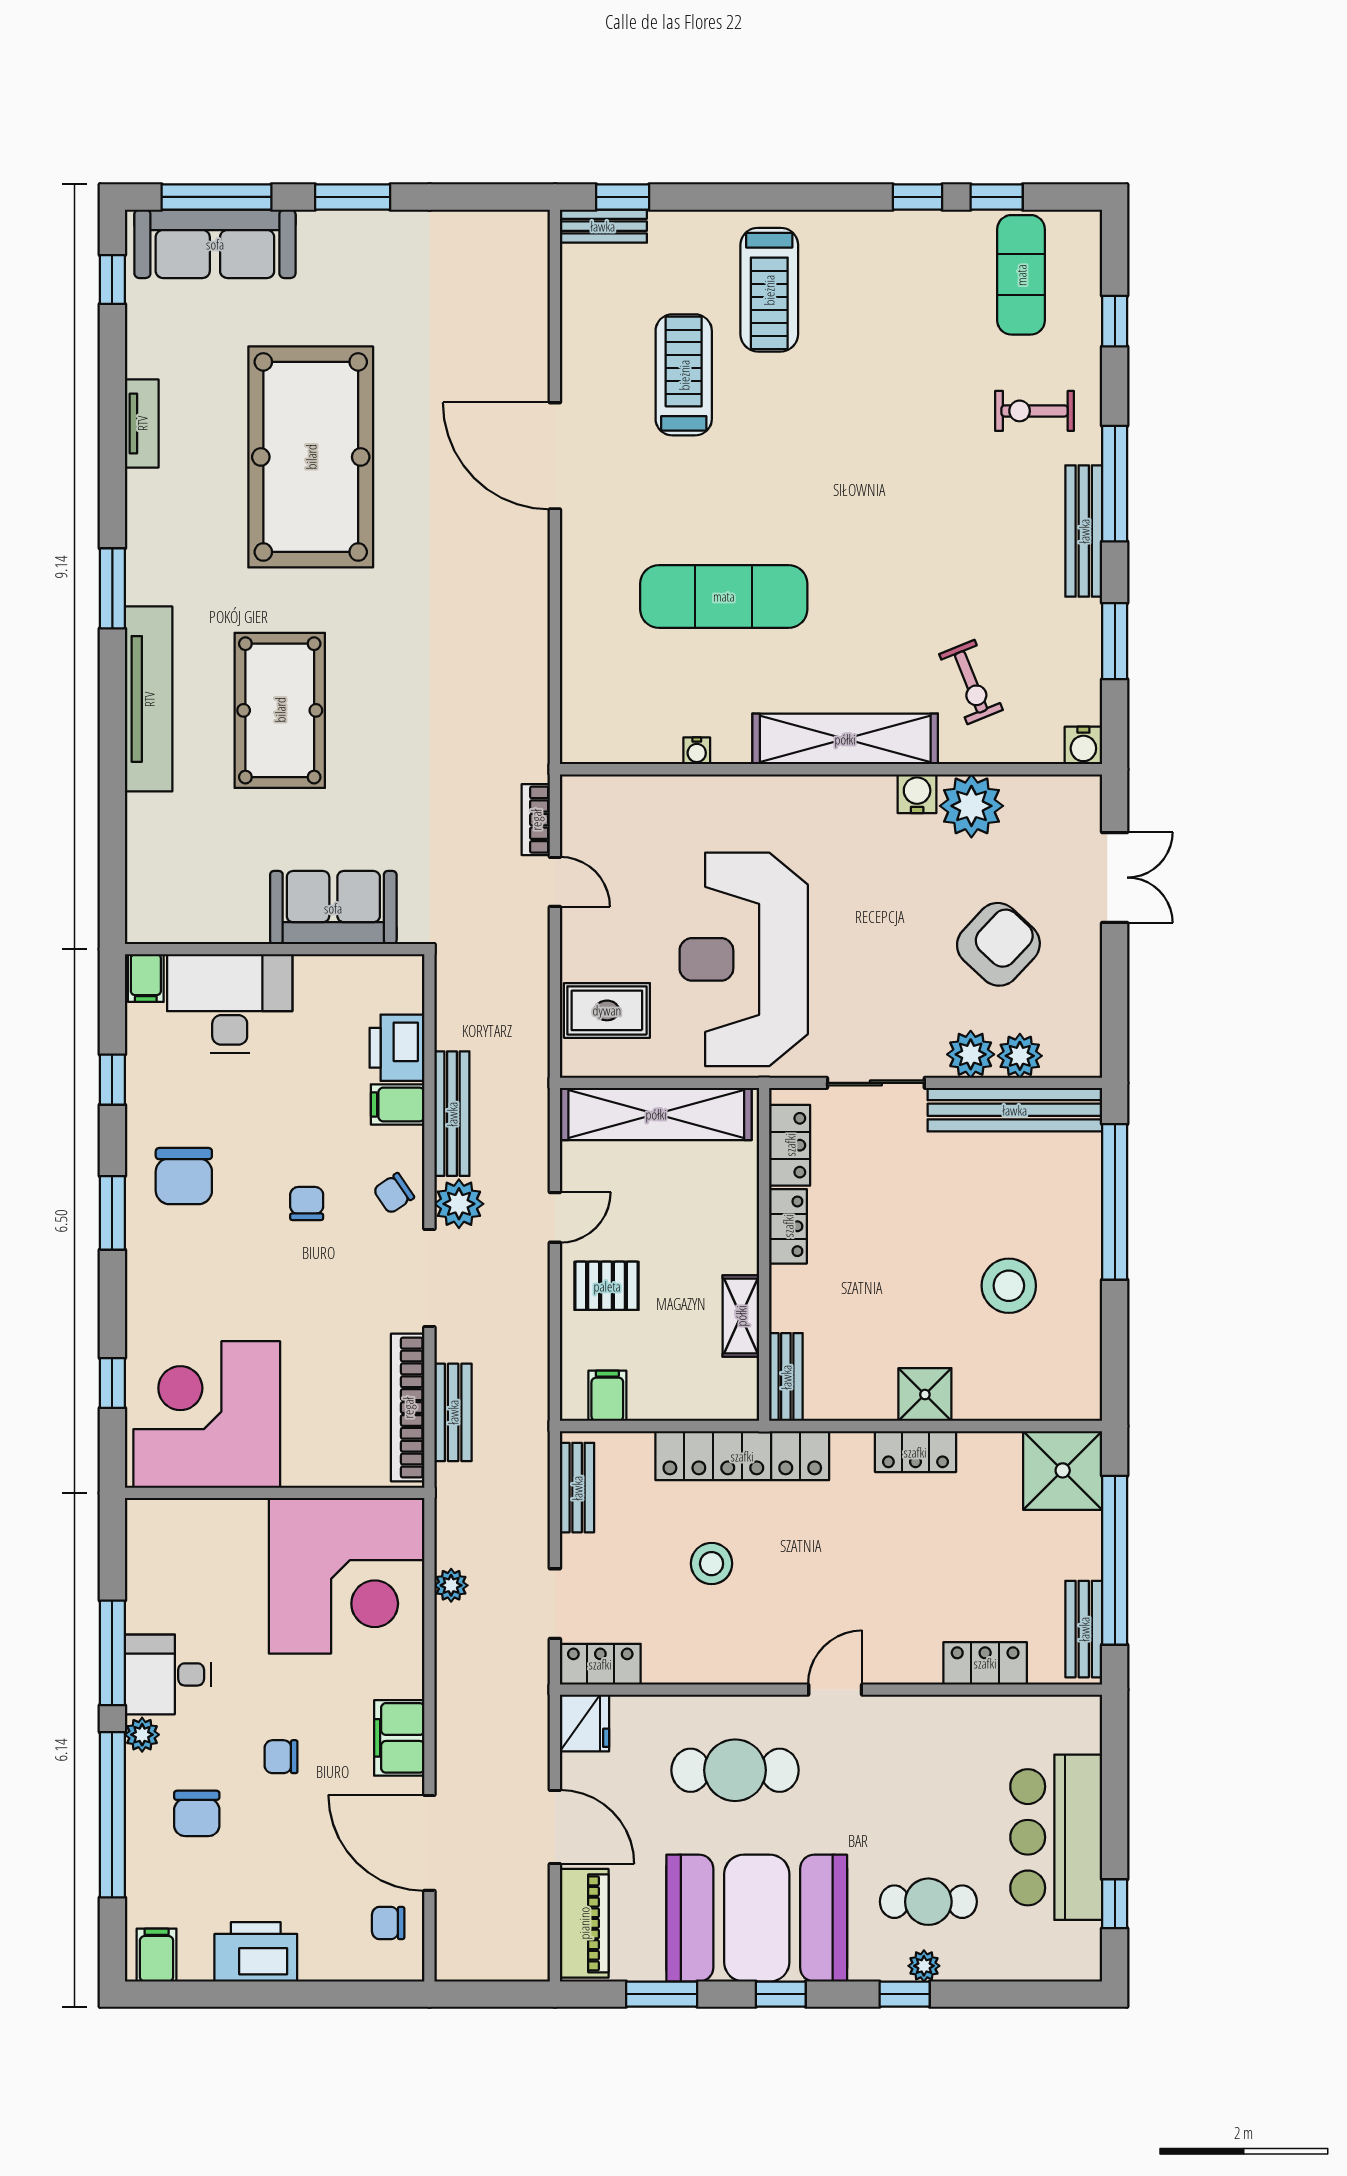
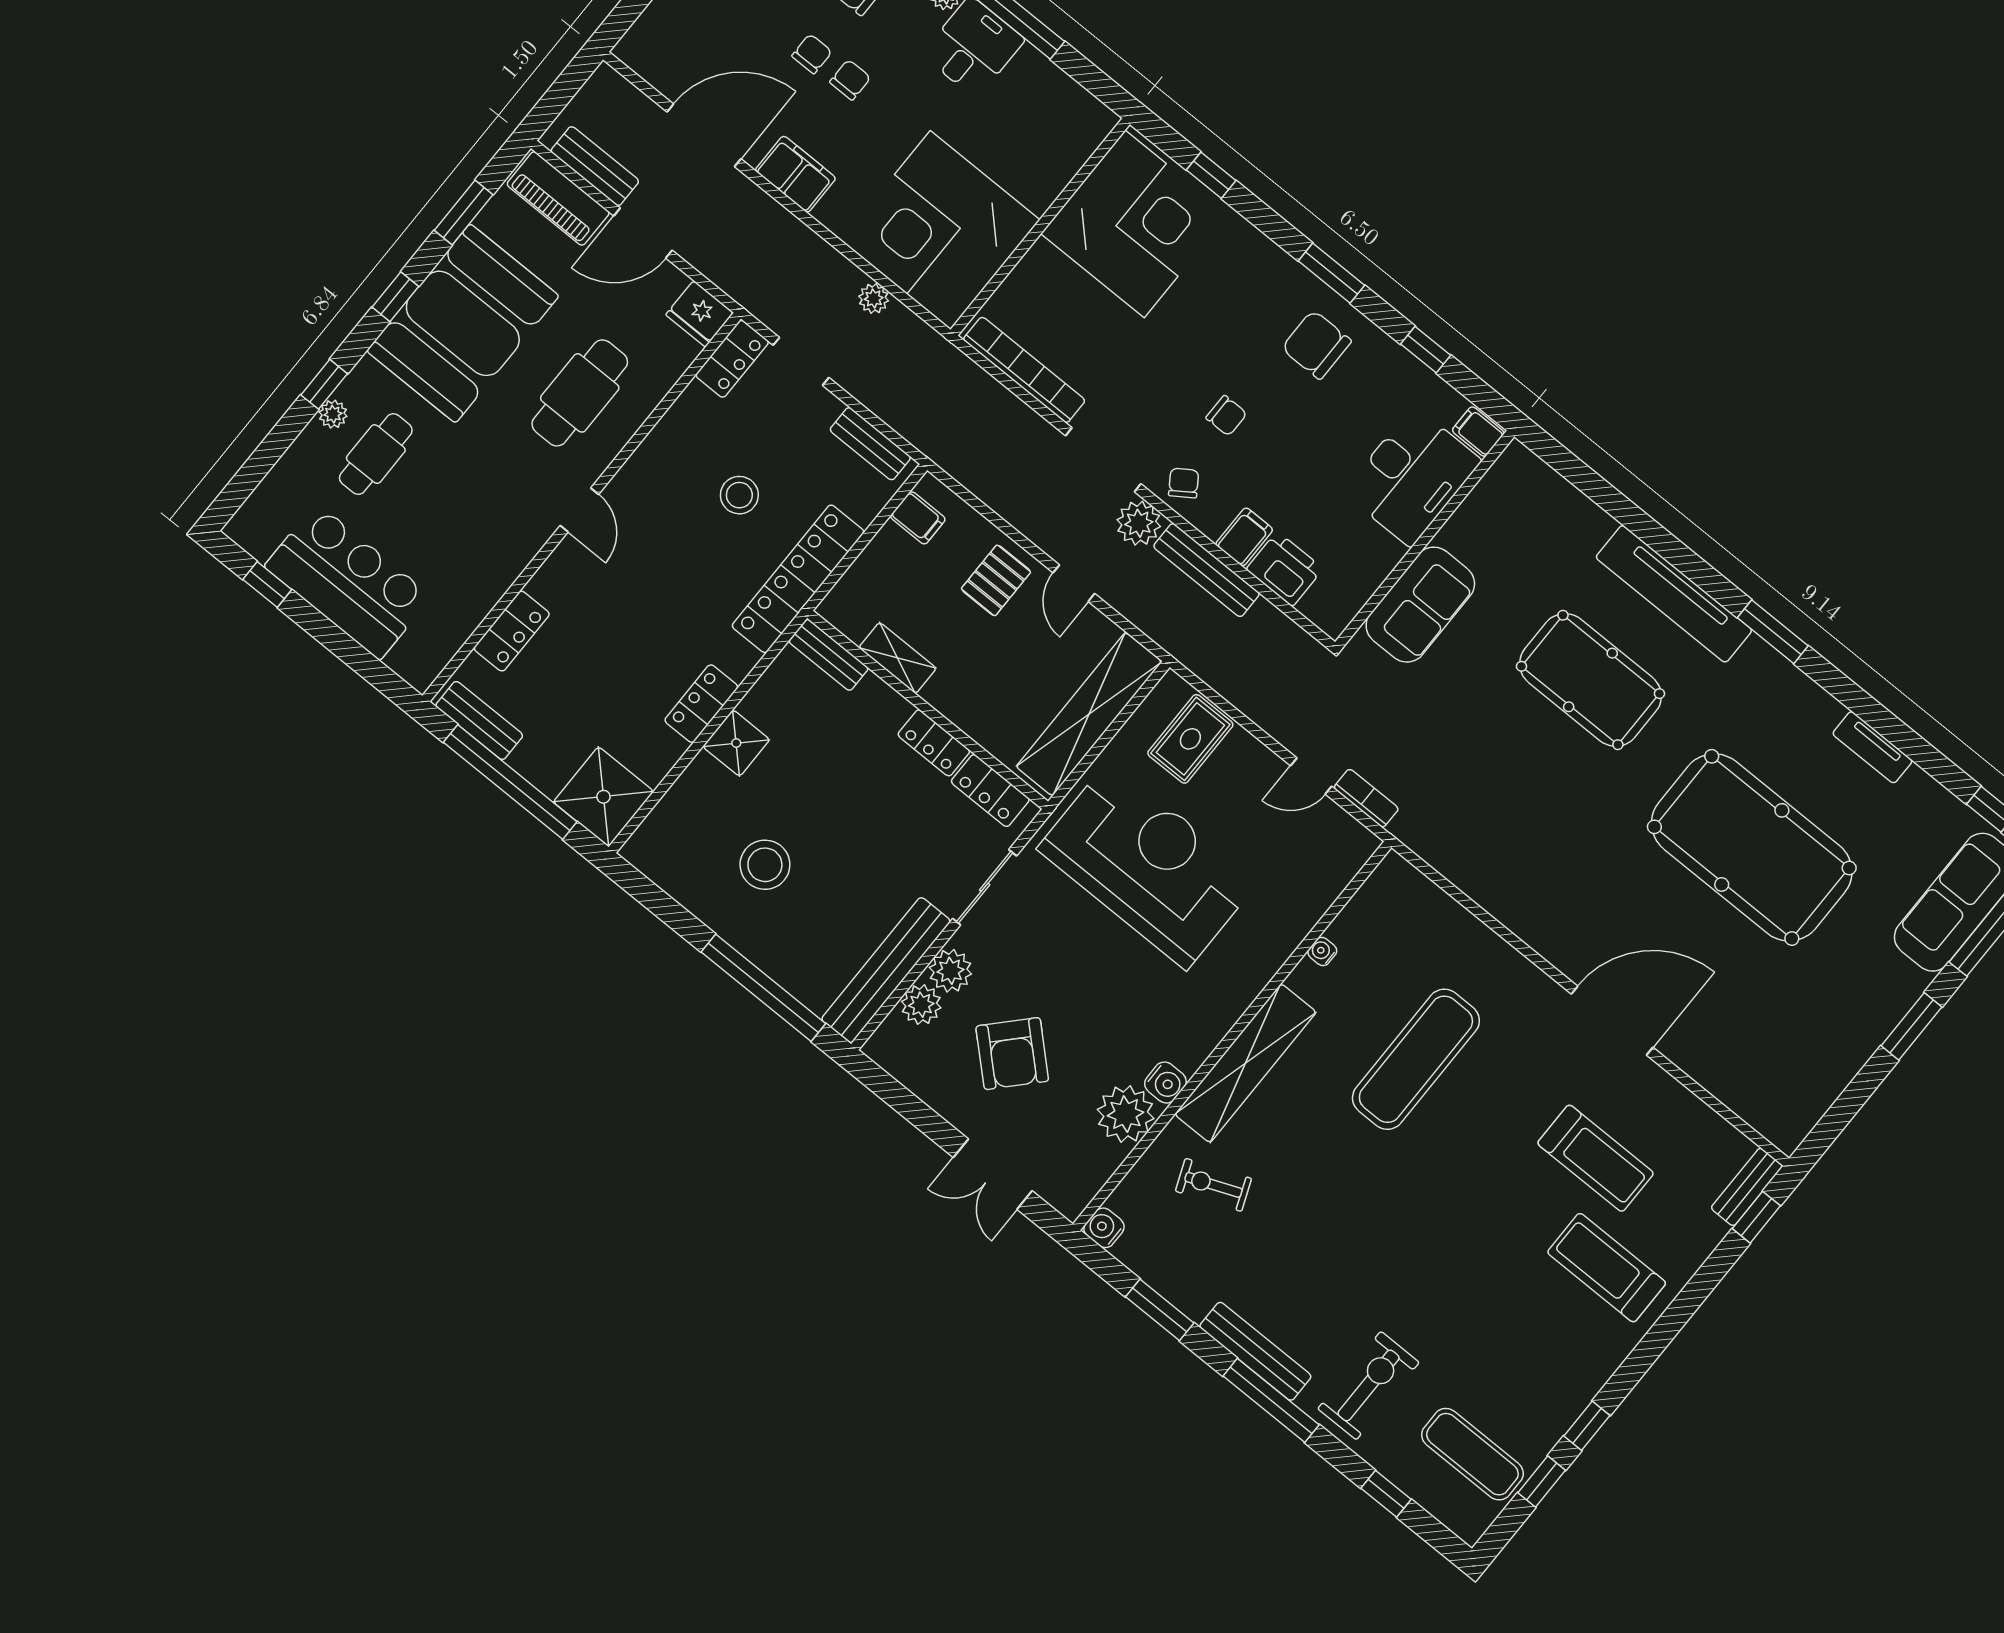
exercise bike: (1035, 411) -> (1369, 1385), width x1.38, depth x1.39
bench: (453, 1412) -> (595, 166), moved
chair: (388, 1923) -> (812, 54), moved

